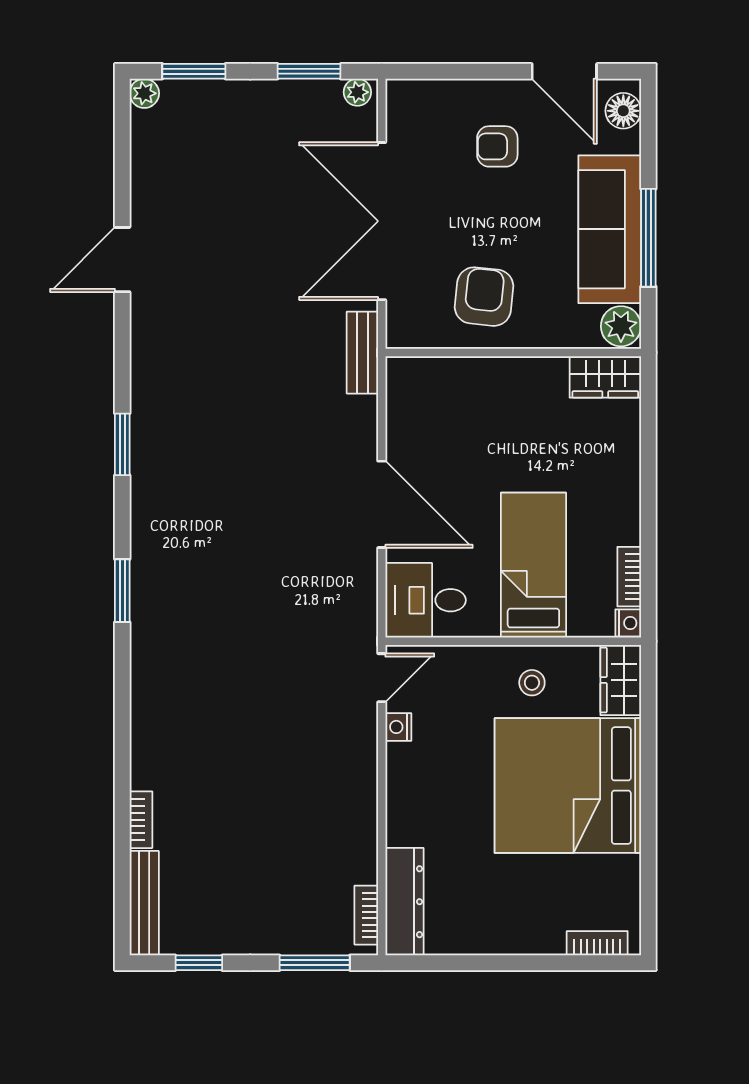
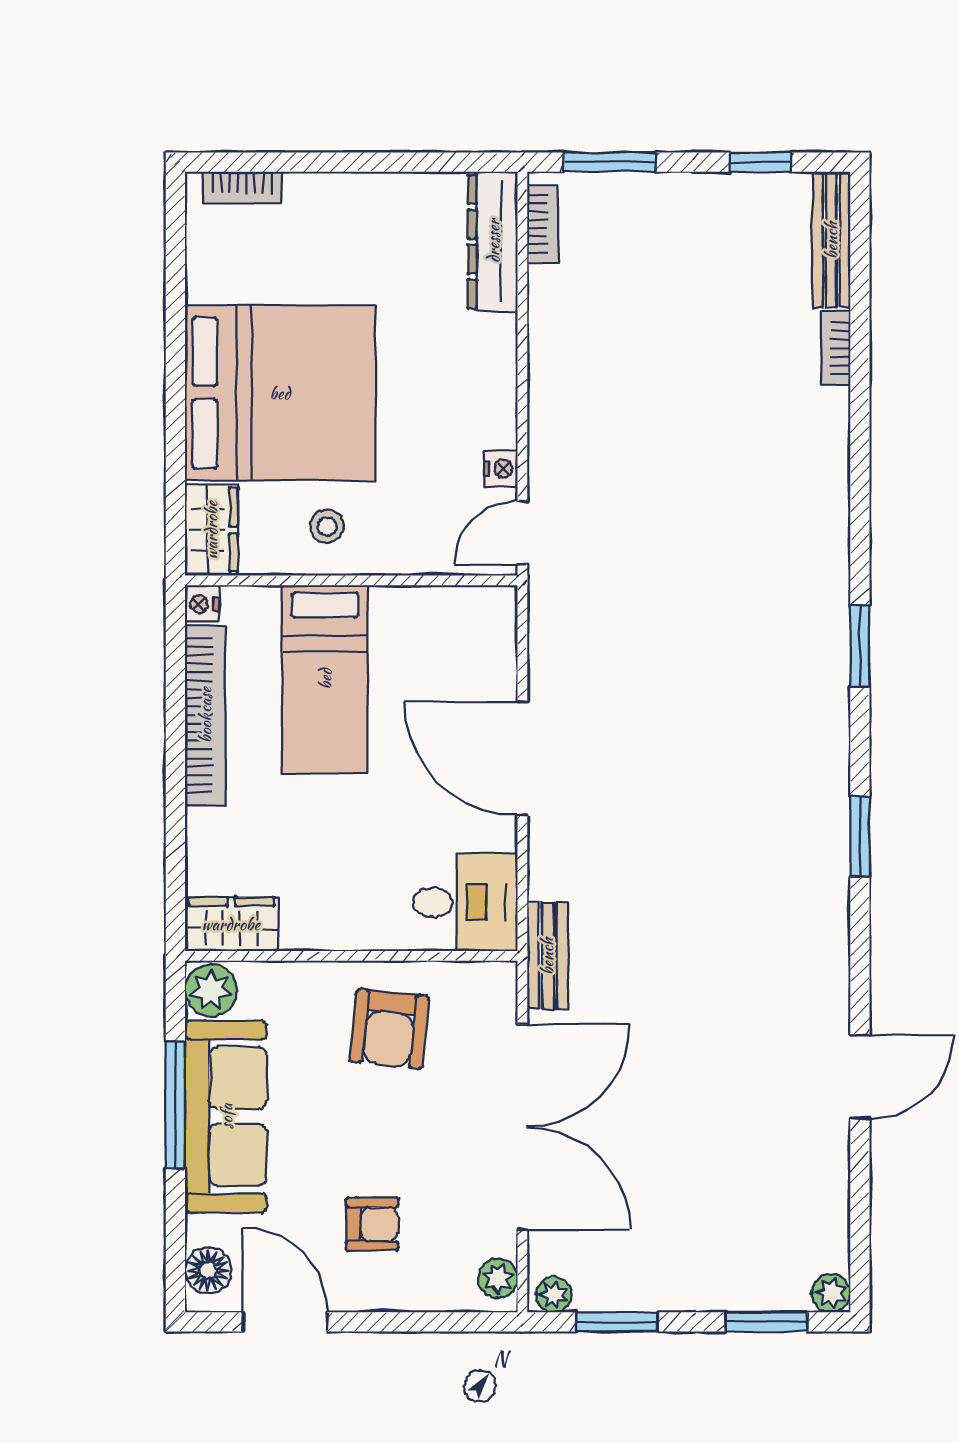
plant: (401, 105) -> (498, 1278), added
bookcase: (629, 577) -> (205, 715), width x2.31, depth x1.31
desk: (426, 600) -> (465, 903), moved

